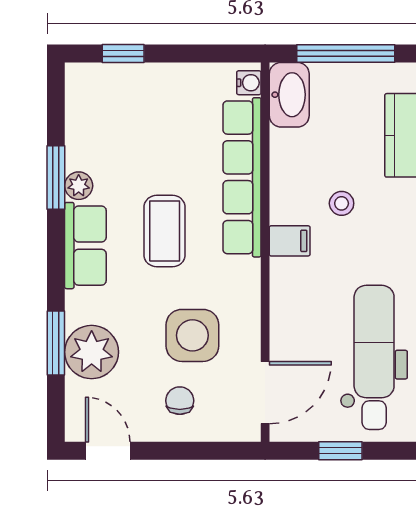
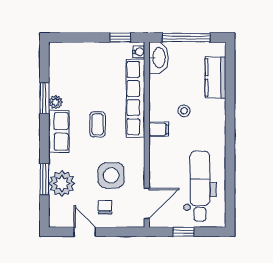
window: (123, 53) -> (120, 38), moved
coffee table: (165, 231) -> (98, 124), width x0.73, depth x0.77
door: (108, 451) -> (85, 232), moved

